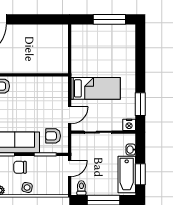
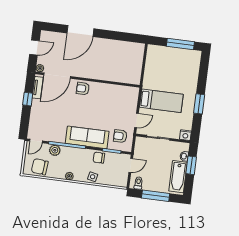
window: (140, 104) -> (199, 104), moved
chair: (20, 167) -> (99, 158), moved
window: (140, 174) -> (191, 165), moved

